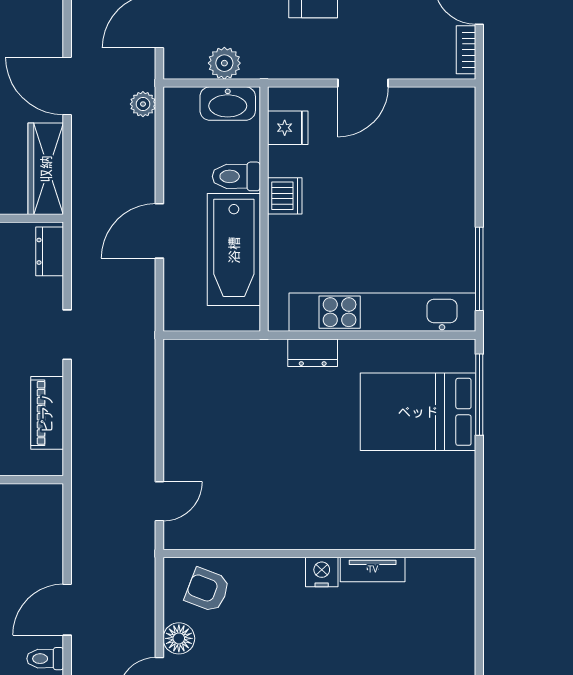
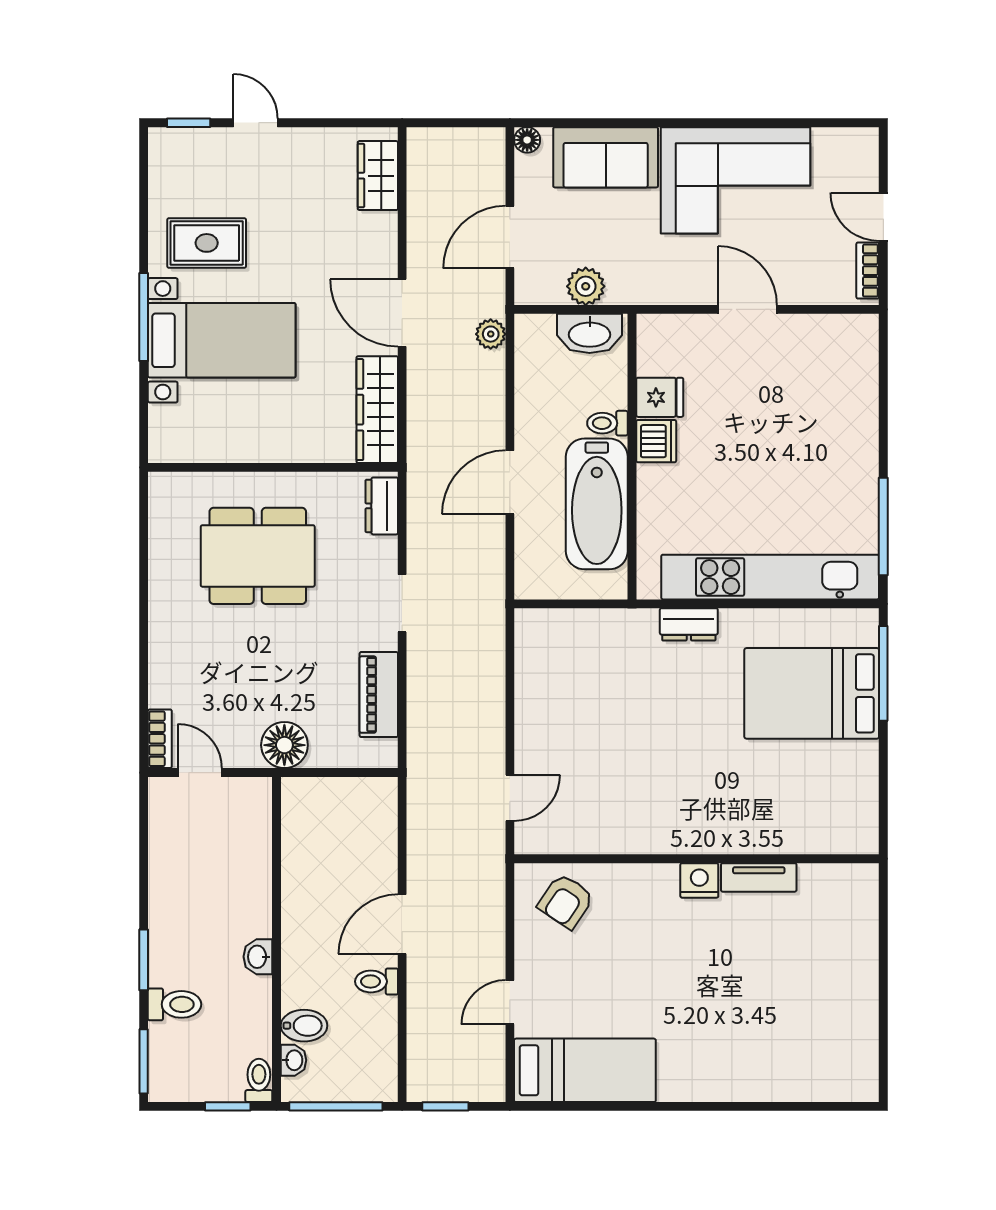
door: (363, 83) -> (748, 309), swing flipped
fridge: (288, 128) -> (660, 397), moved
toilet: (236, 176) -> (607, 423), width x0.73, depth x0.72
armchair: (207, 590) -> (566, 901), turned -77
floor lamp: (179, 638) -> (533, 958), removed

